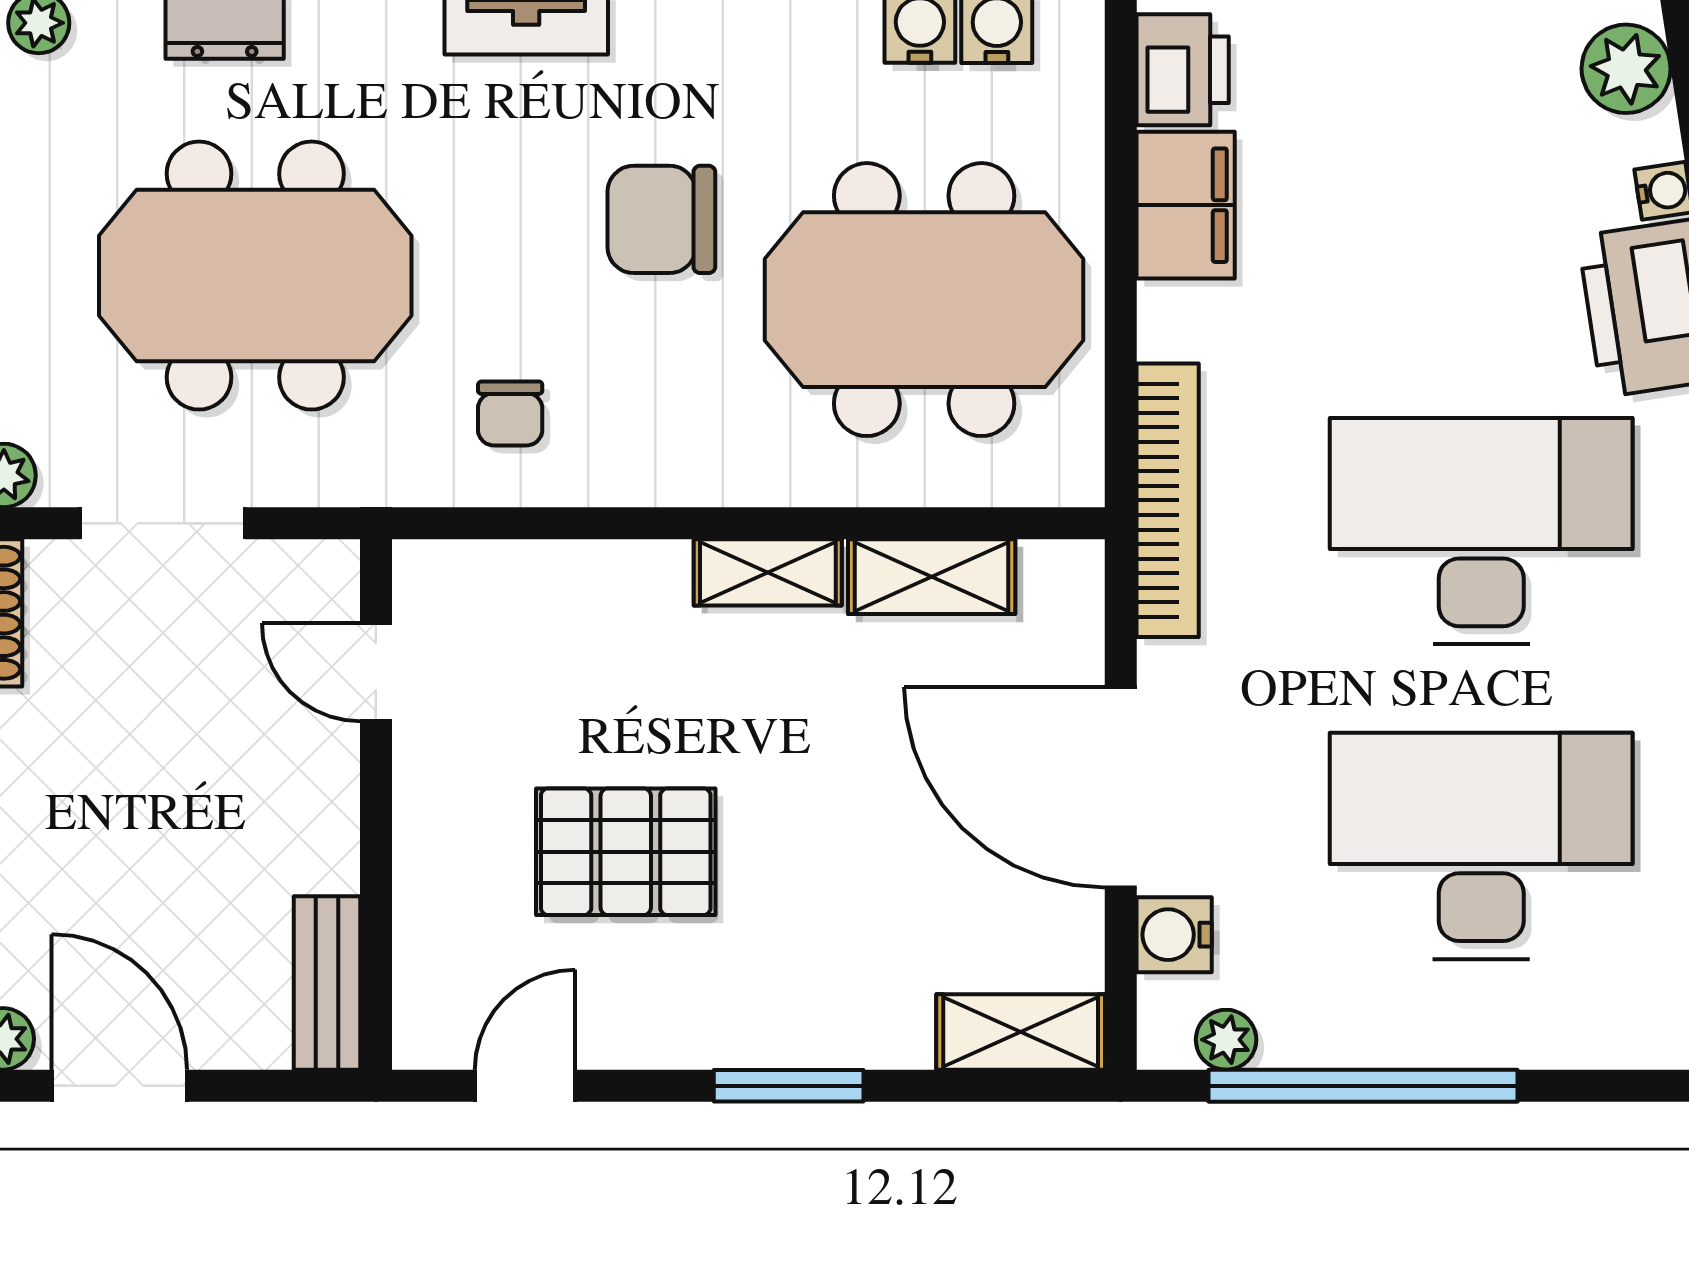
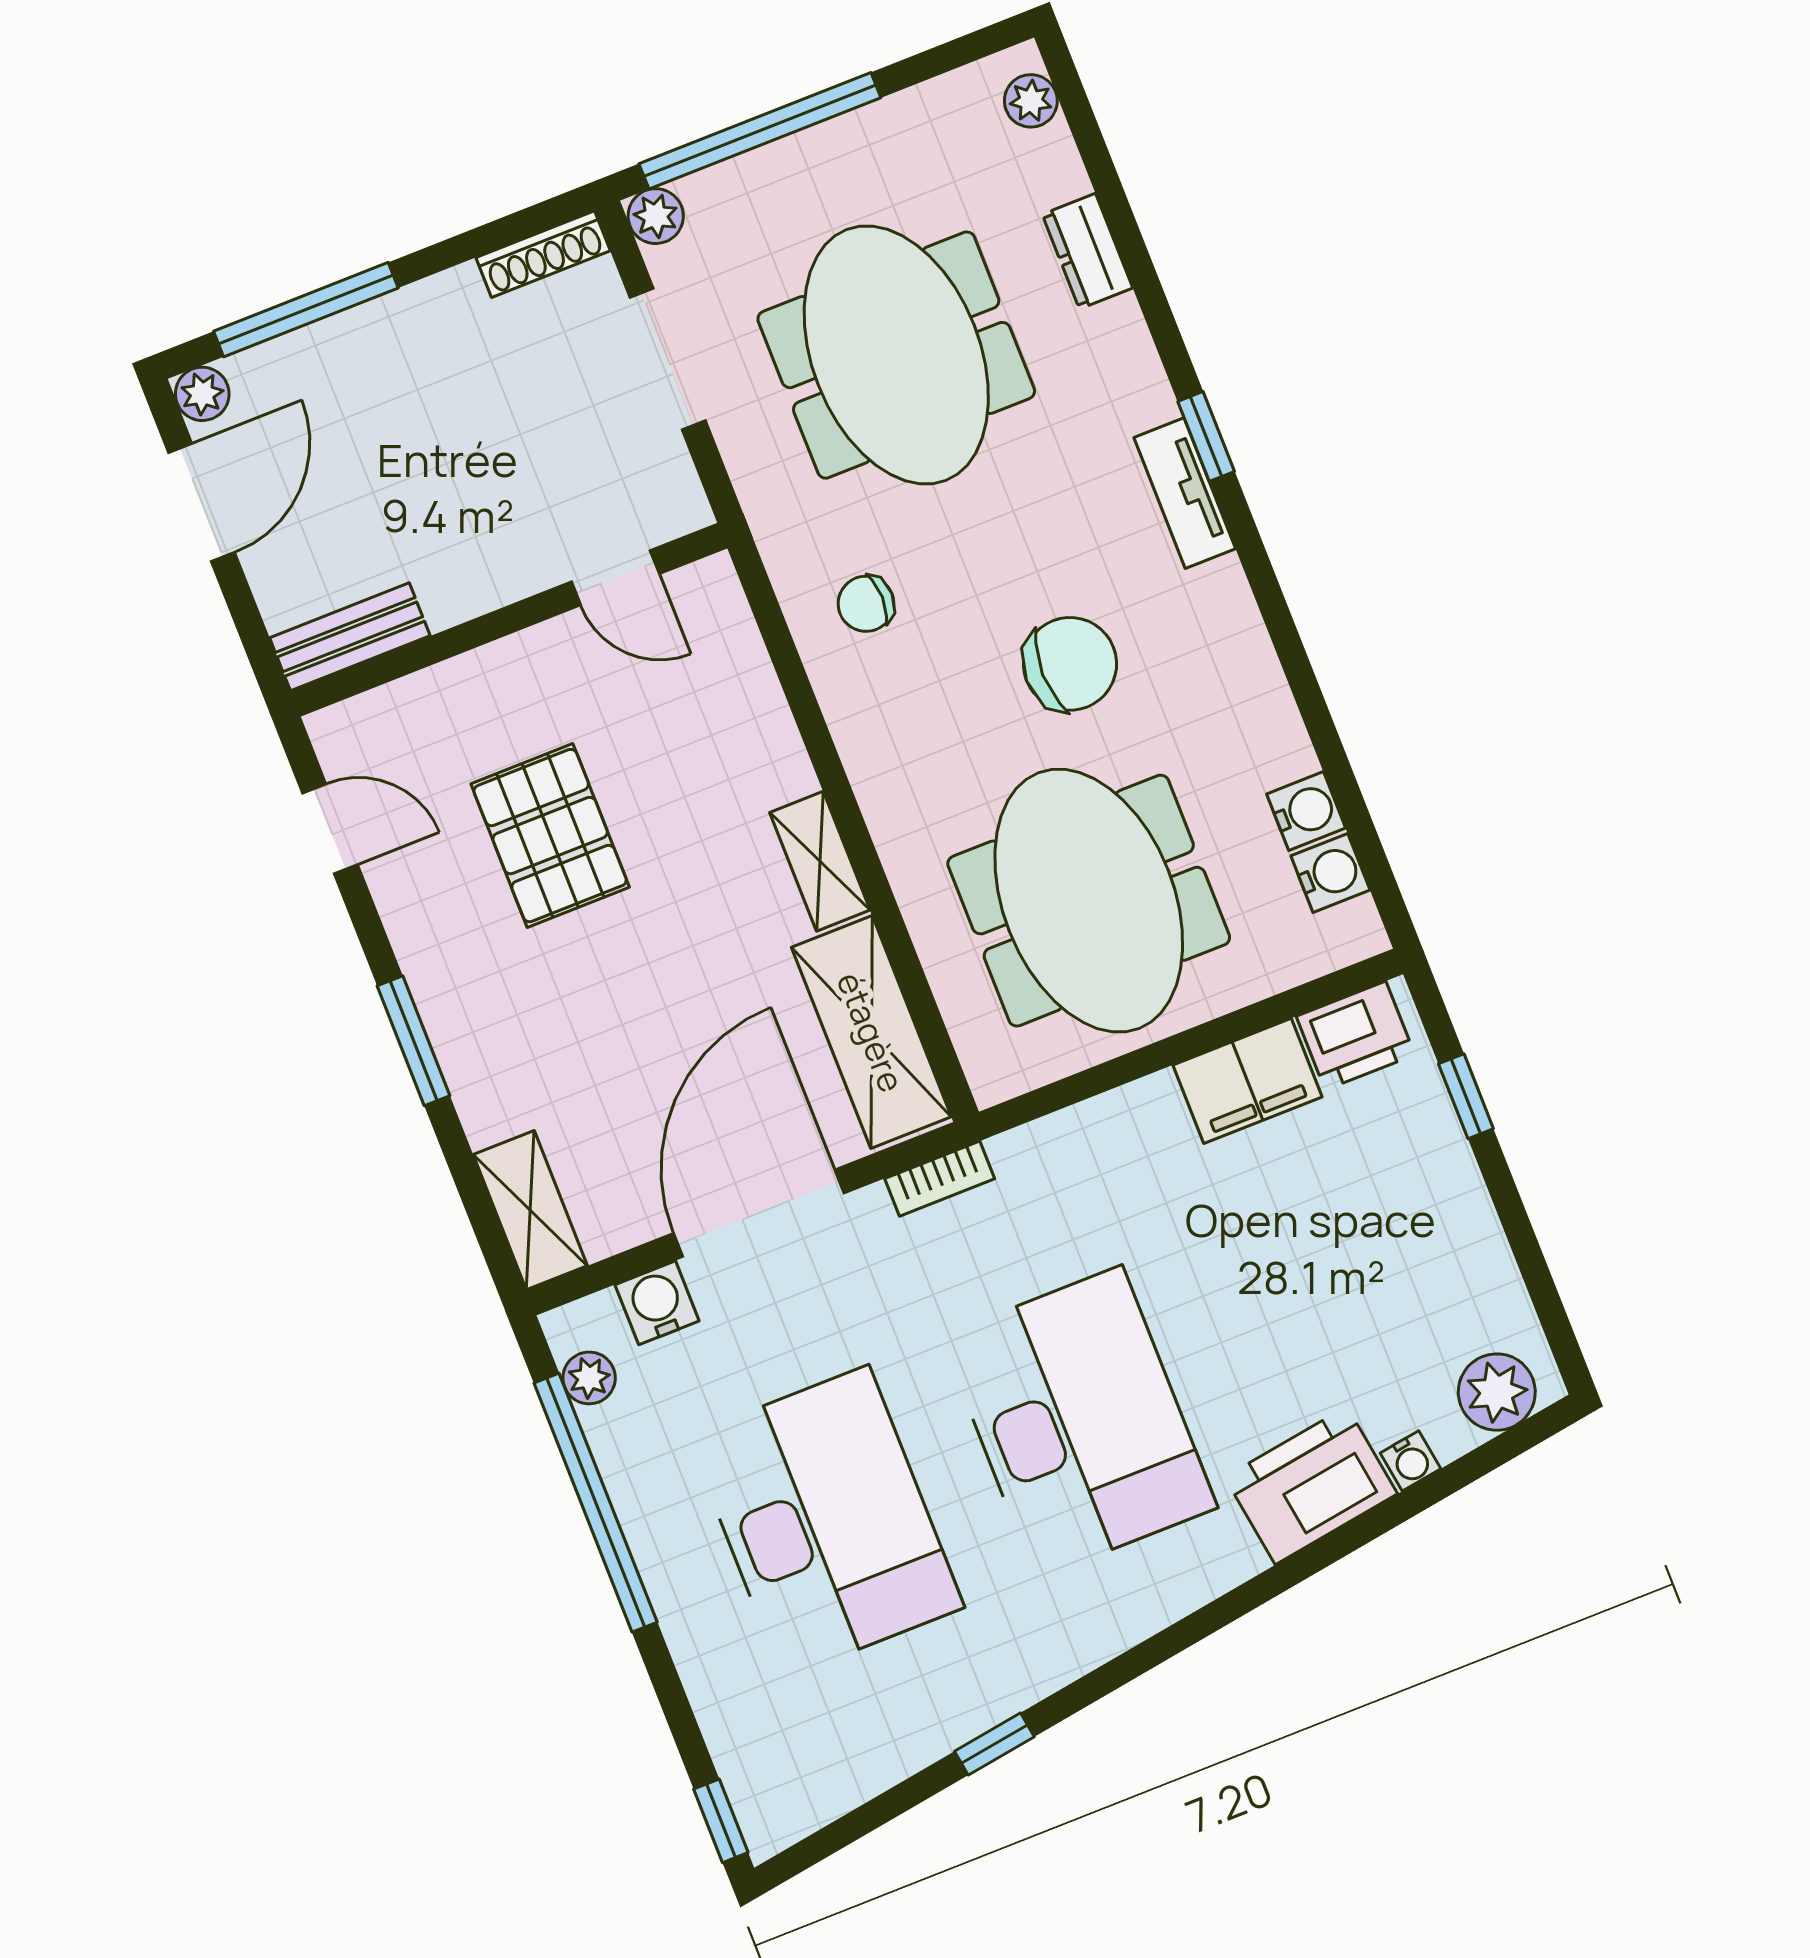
chair: (661, 219) -> (1070, 664), turned 90
bookcase: (1168, 500) -> (940, 1179), width x0.43, depth x0.76
shelving: (932, 577) -> (871, 1032), width x1.50, depth x1.33
door: (376, 672) -> (615, 578), swing flipped

